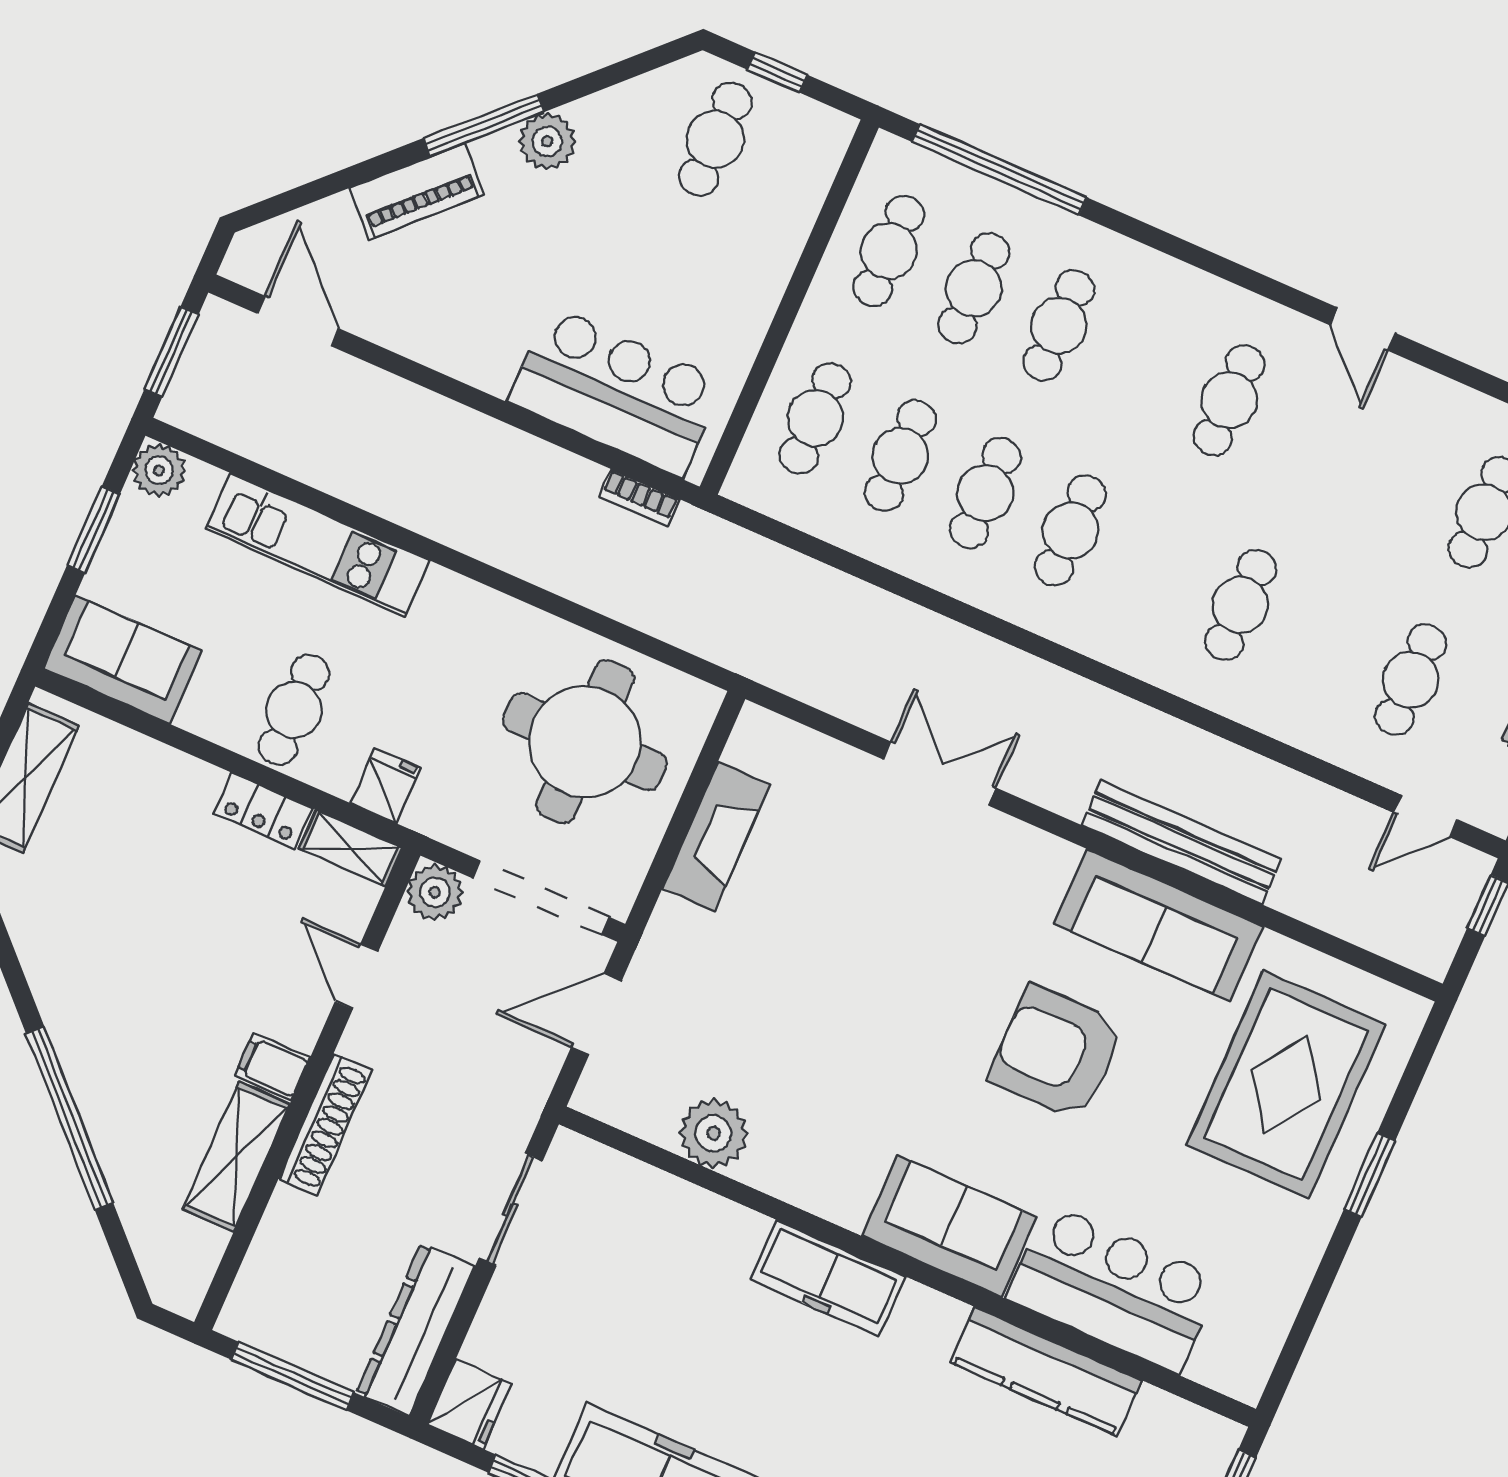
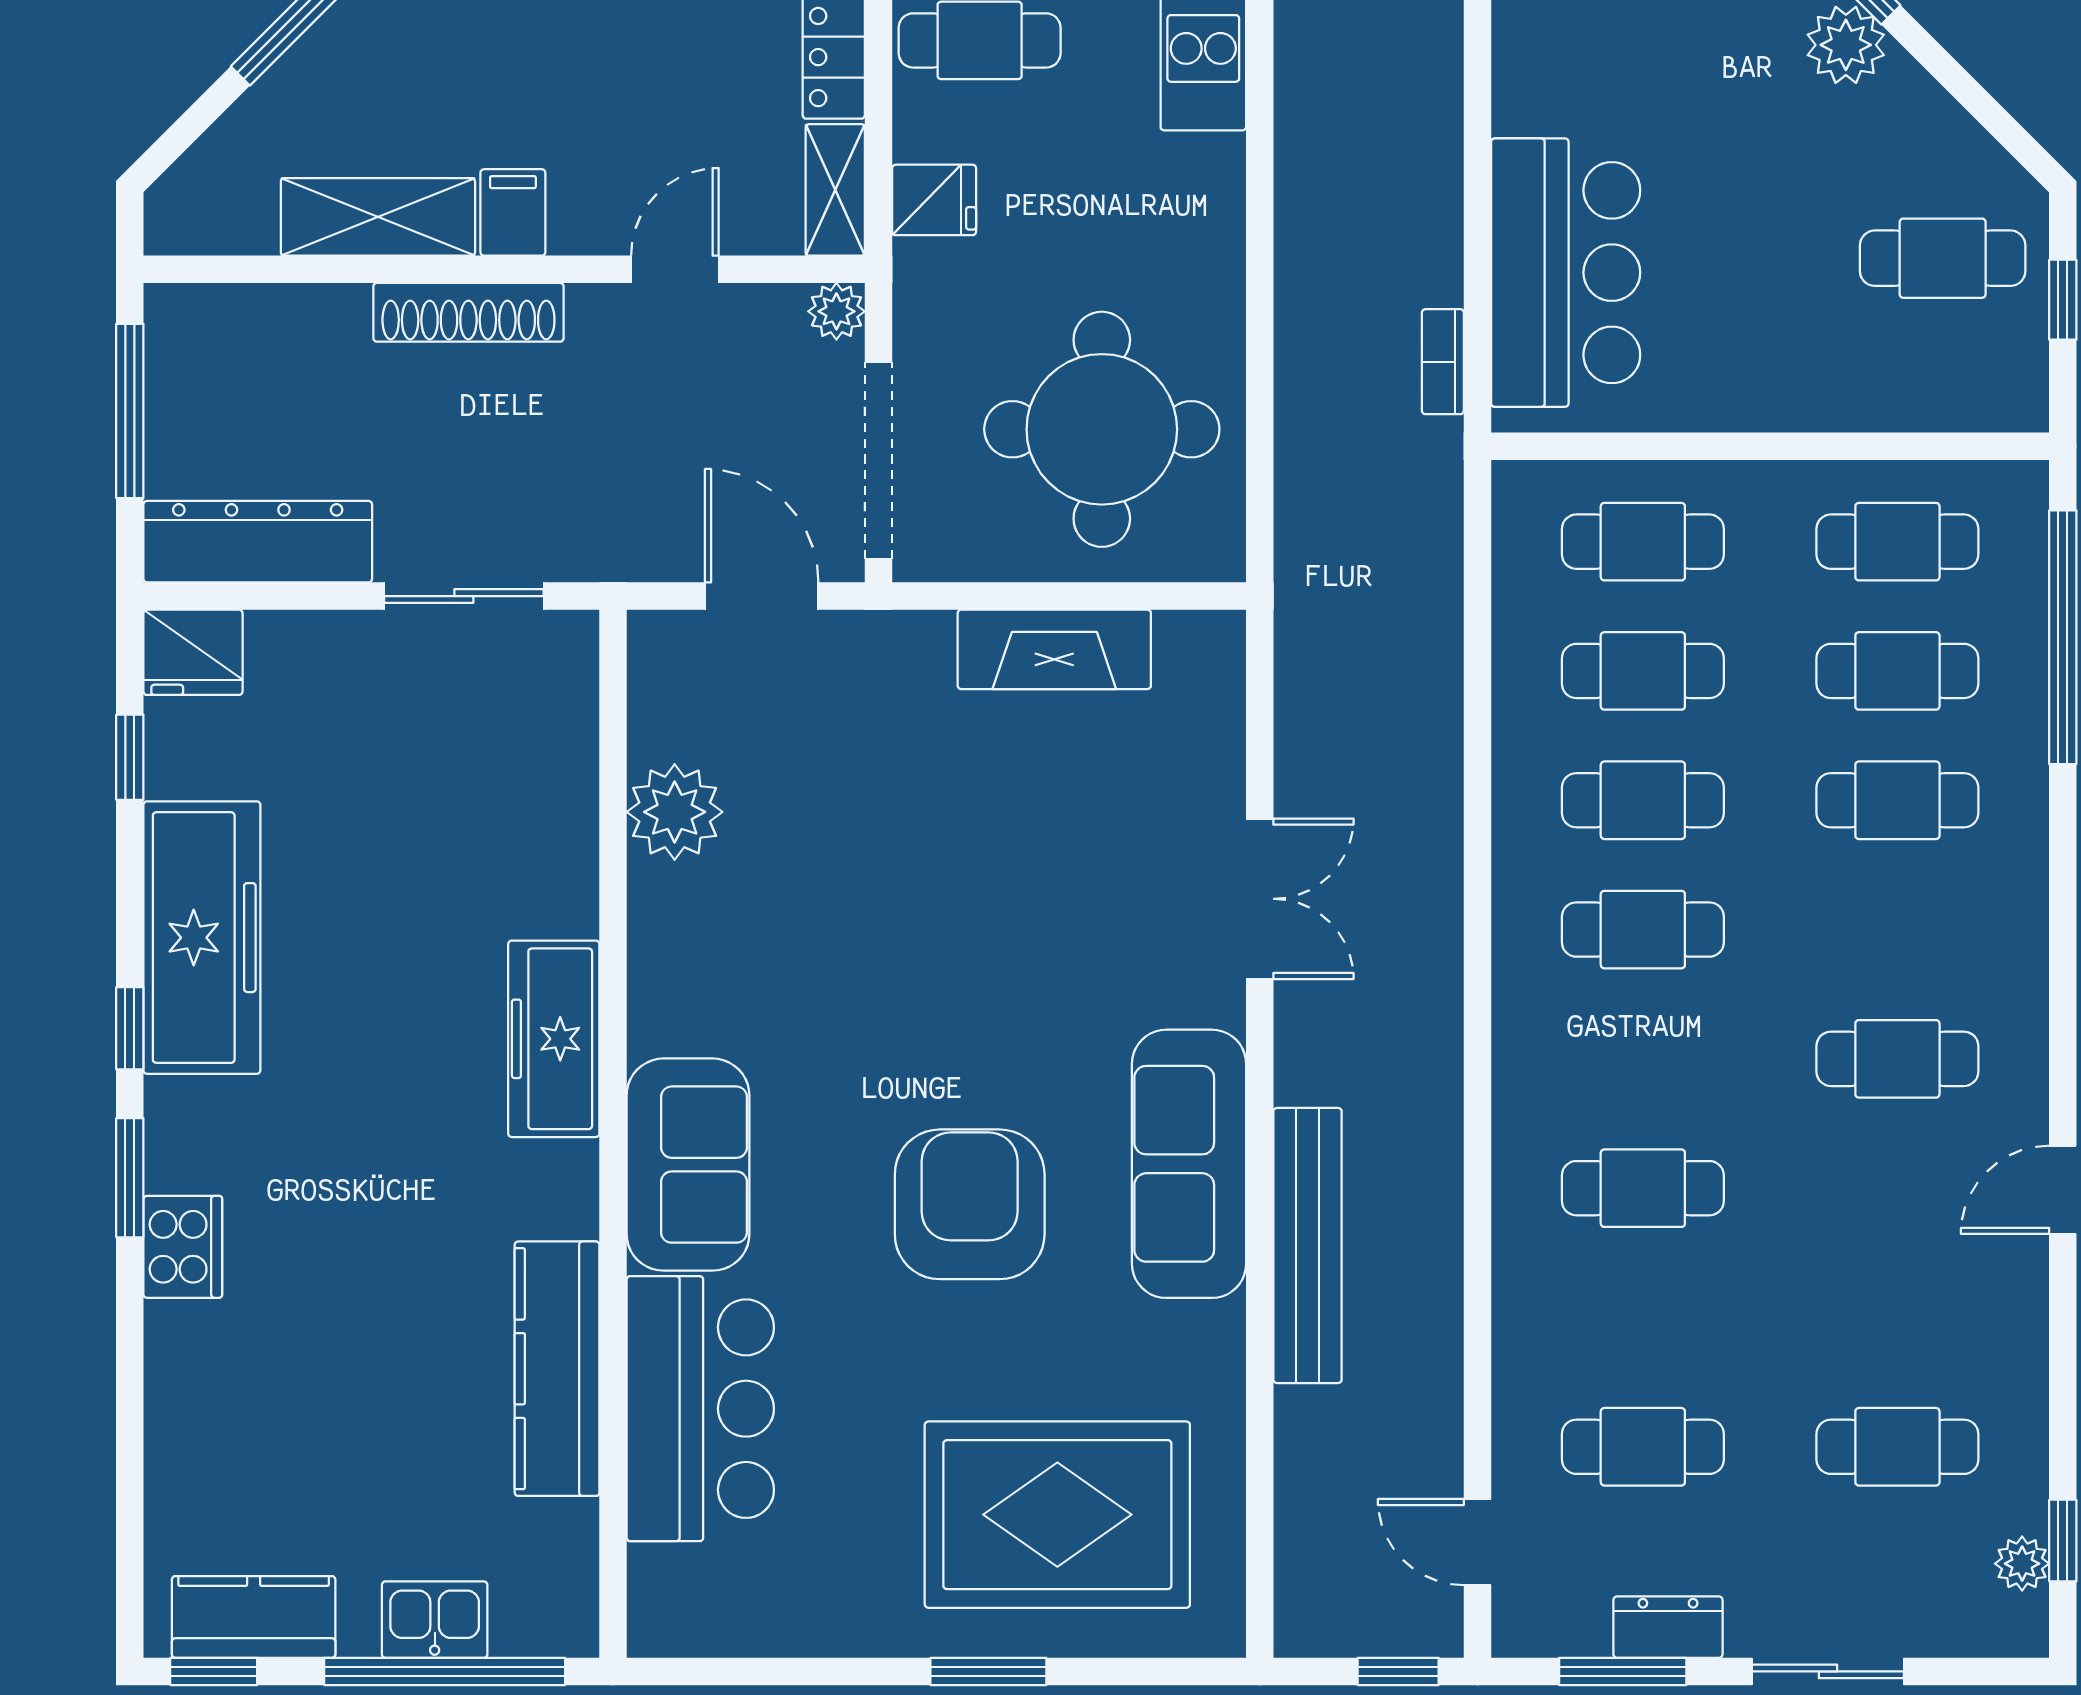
plant: (435, 892) -> (836, 311), width x0.73, depth x0.73
sofa: (1158, 925) -> (1189, 1164), moved

